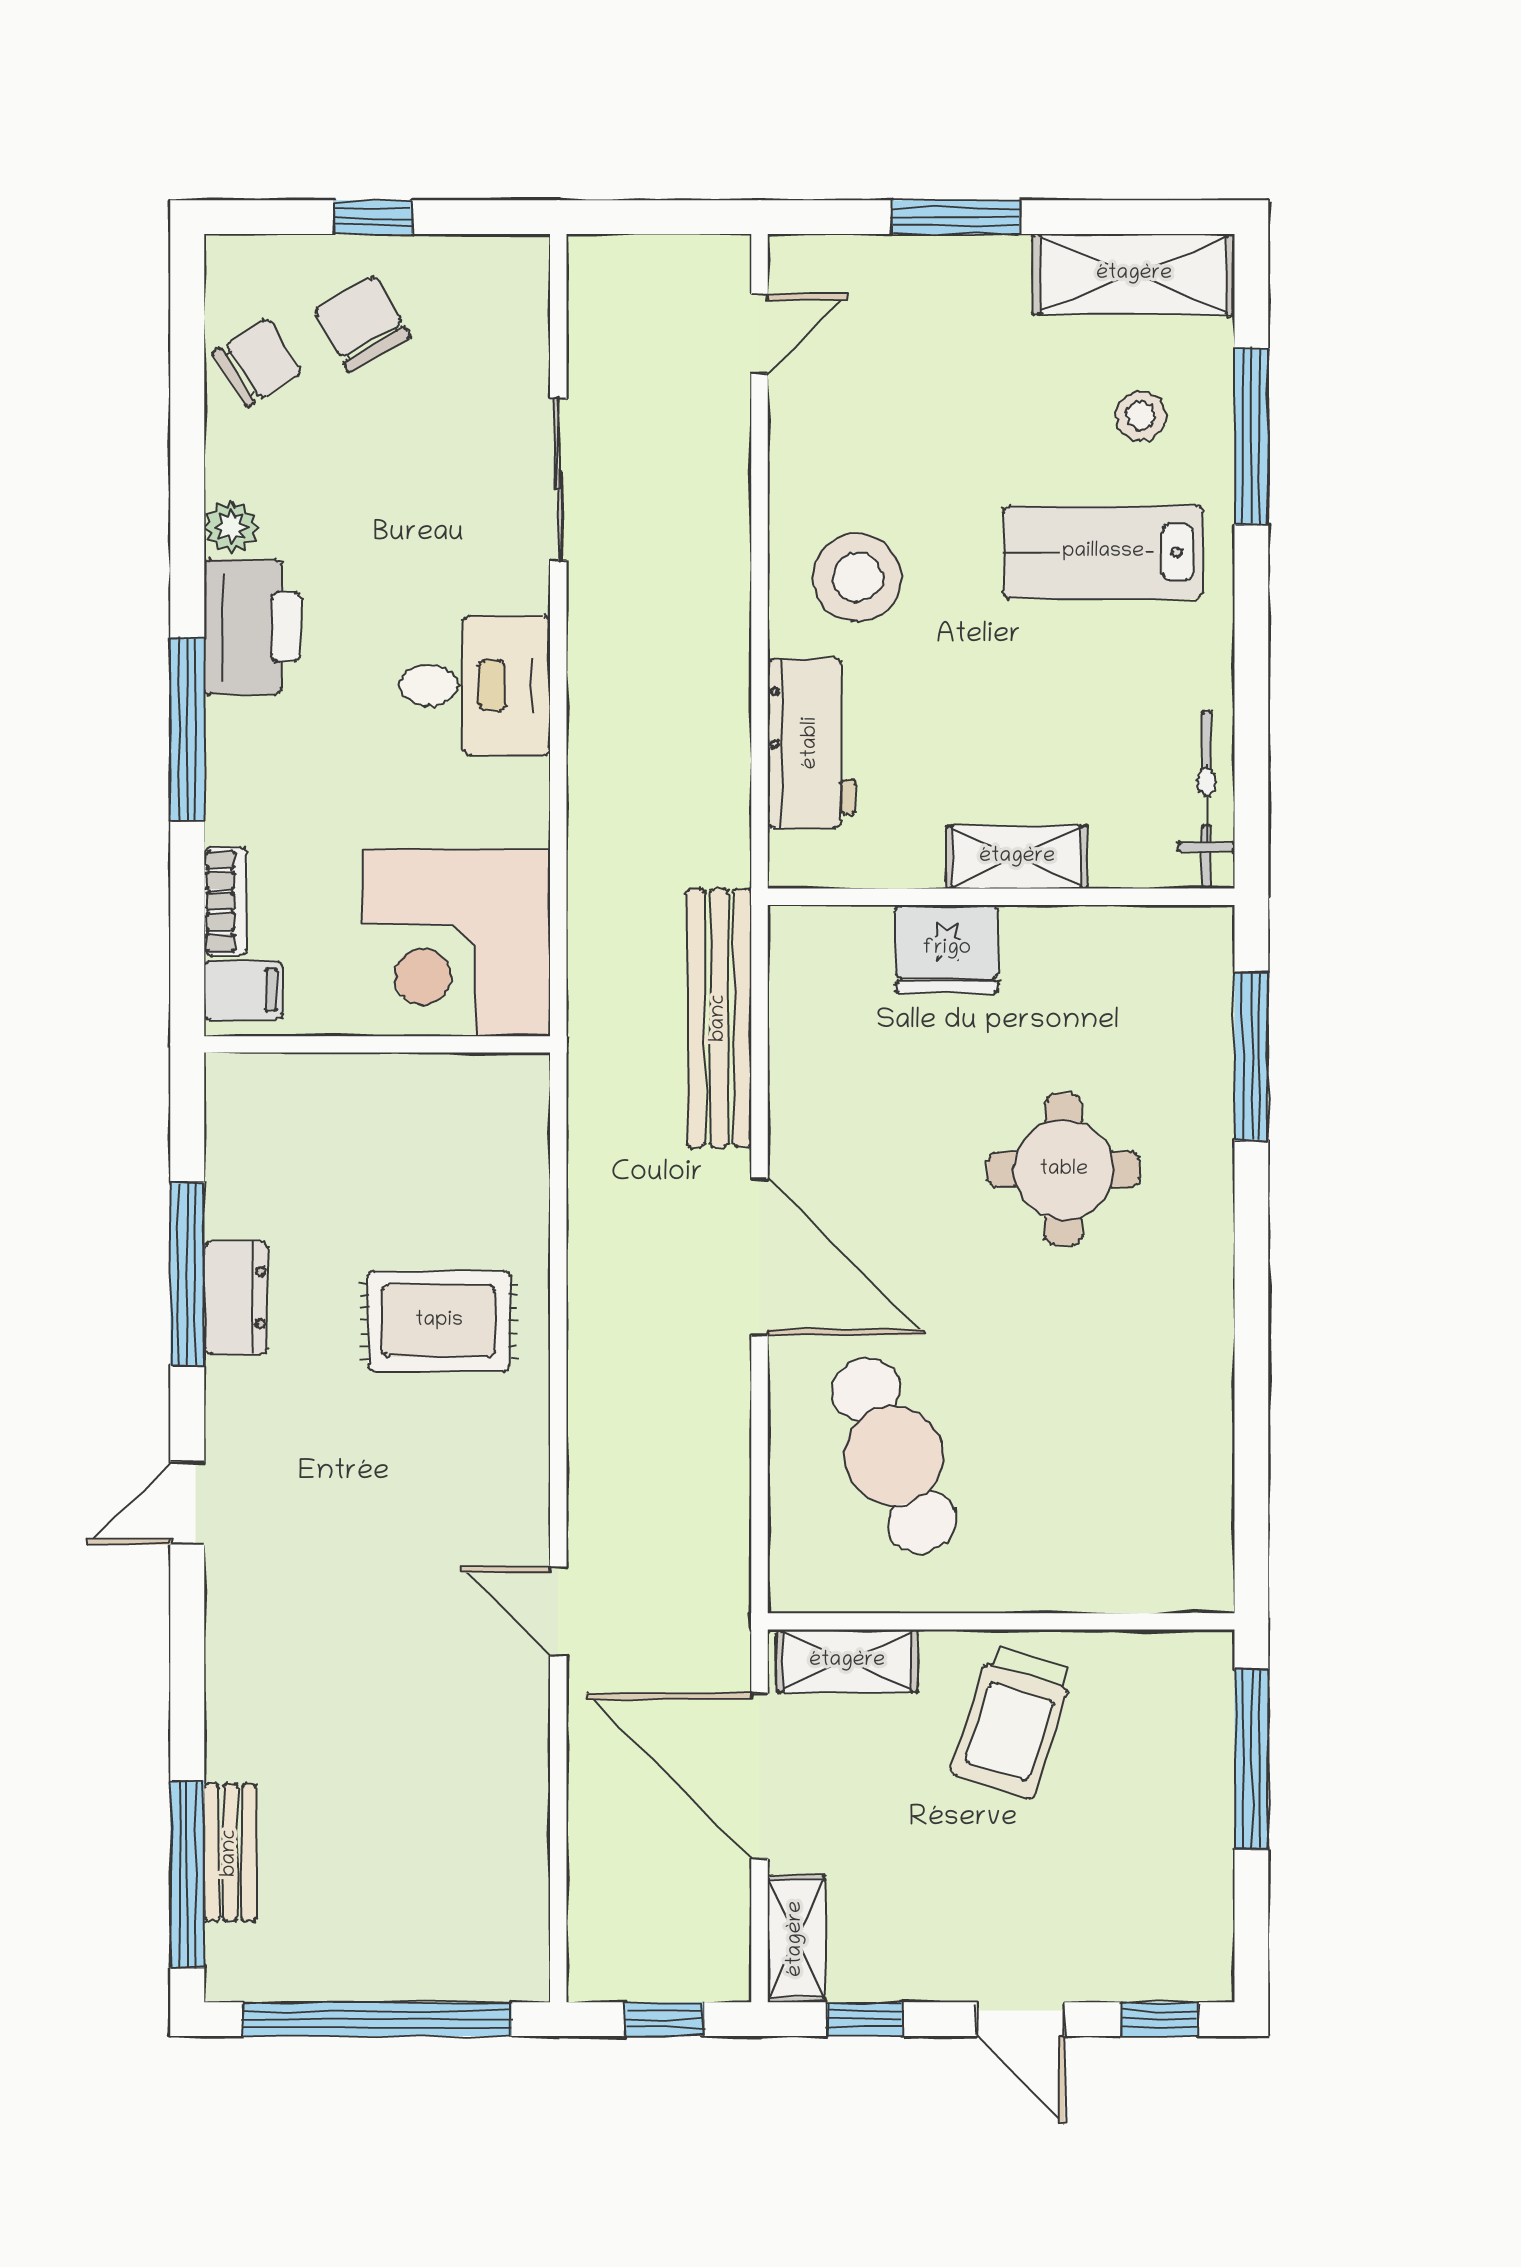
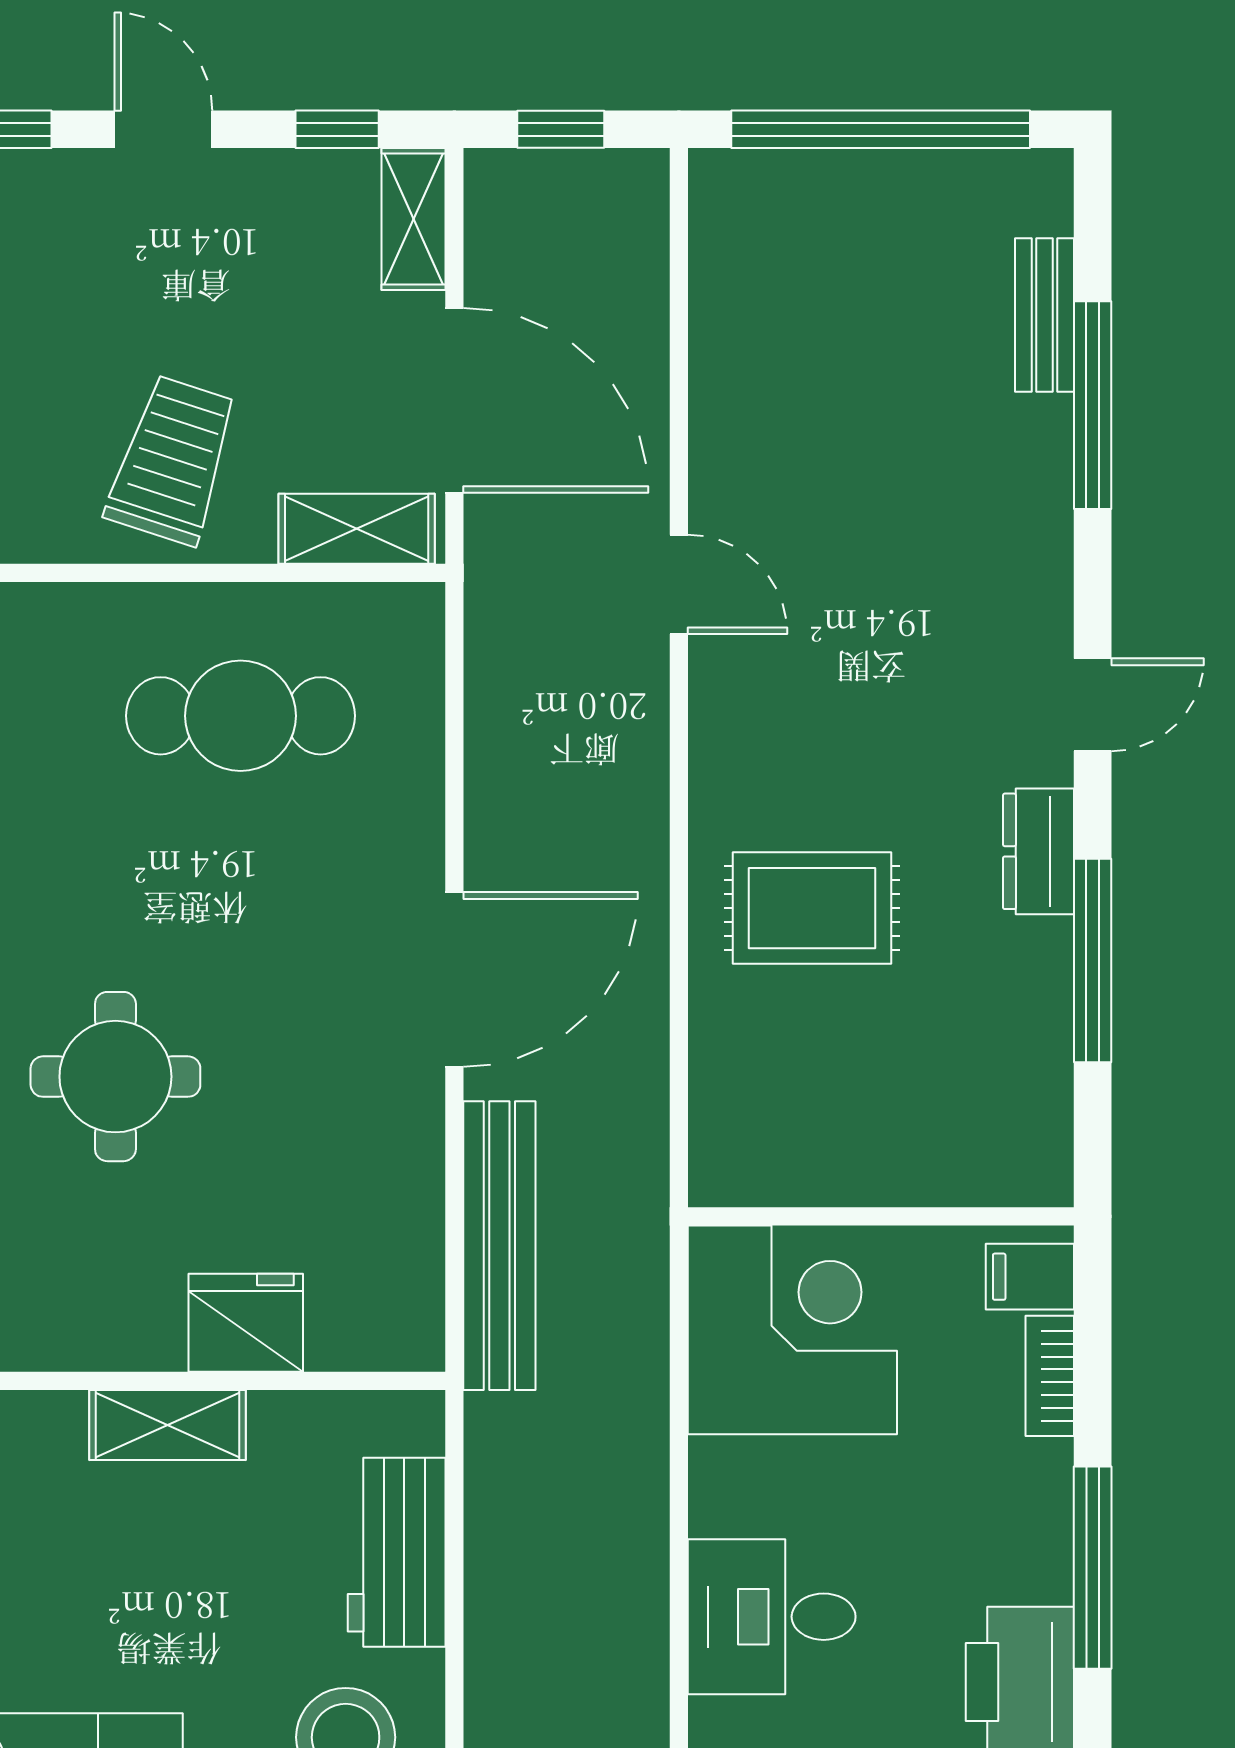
door: (760, 1257) -> (454, 979), swing flipped
dresser: (236, 1298) -> (1038, 851), moved
cafe table: (894, 1455) -> (241, 716), moved, turned -67
window: (187, 1874) -> (1093, 405), moved

